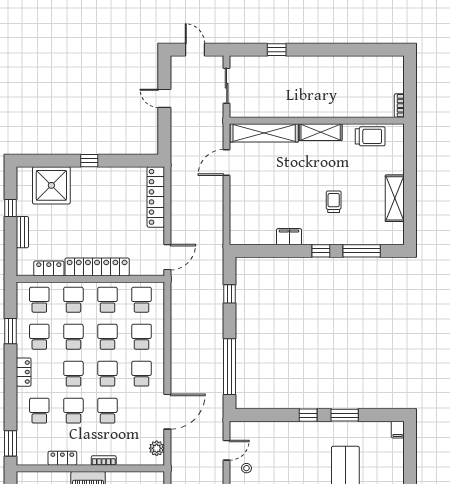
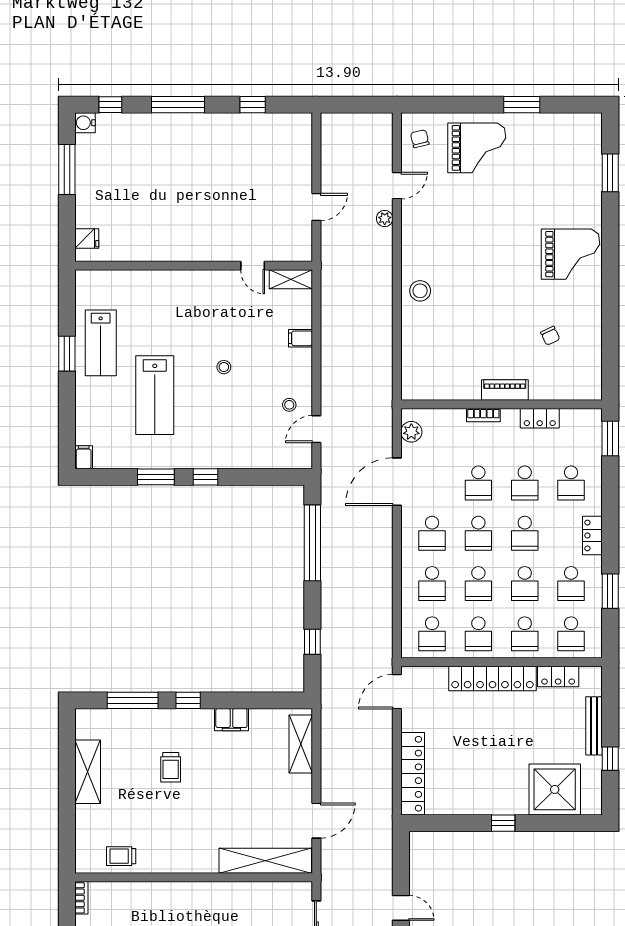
shelving: (321, 132) -> (301, 744), moved, turned 90
trolley: (370, 136) -> (121, 856), width x0.73, depth x0.72
bench: (22, 232) -> (594, 726), width x1.36

